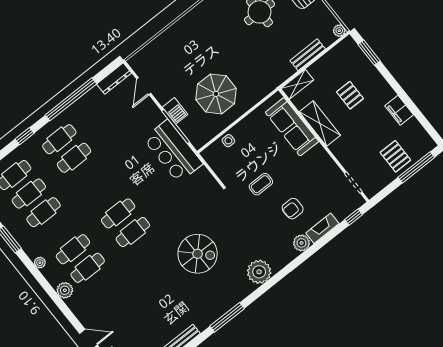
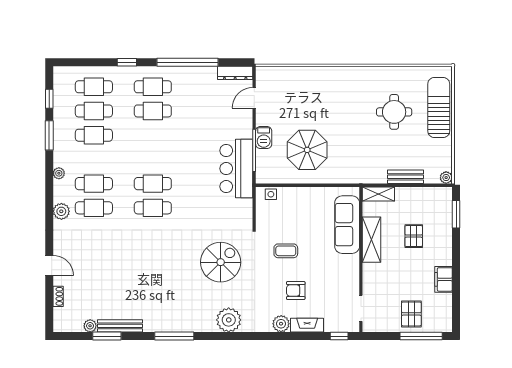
side table: (228, 141) -> (271, 194), moved
spiral stairs: (198, 254) -> (221, 262), moved, turned -90

